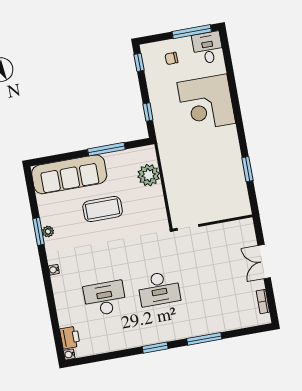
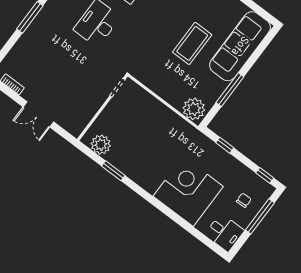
window: (192, 32) -> (260, 216), moved
plant: (149, 175) -> (194, 109), moved
plant: (239, 197) -> (101, 145), added
double door: (264, 262) -> (38, 114), swing flipped

